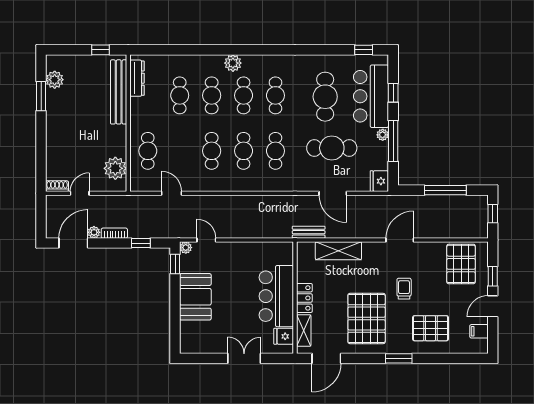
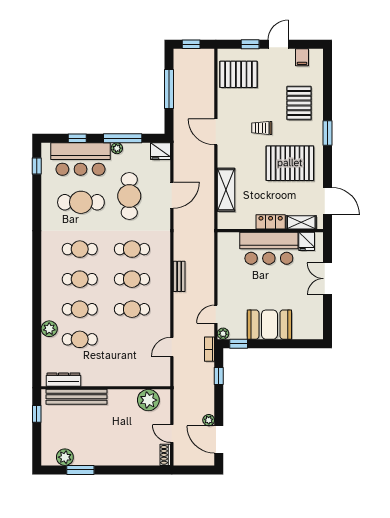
plant: (233, 63) -> (49, 329), moved
cafe table: (148, 151) -> (132, 369), removed
bench: (309, 232) -> (179, 276), moved
bookcase: (114, 233) -> (210, 349), moved
door: (493, 306) -> (278, 44), swing flipped

